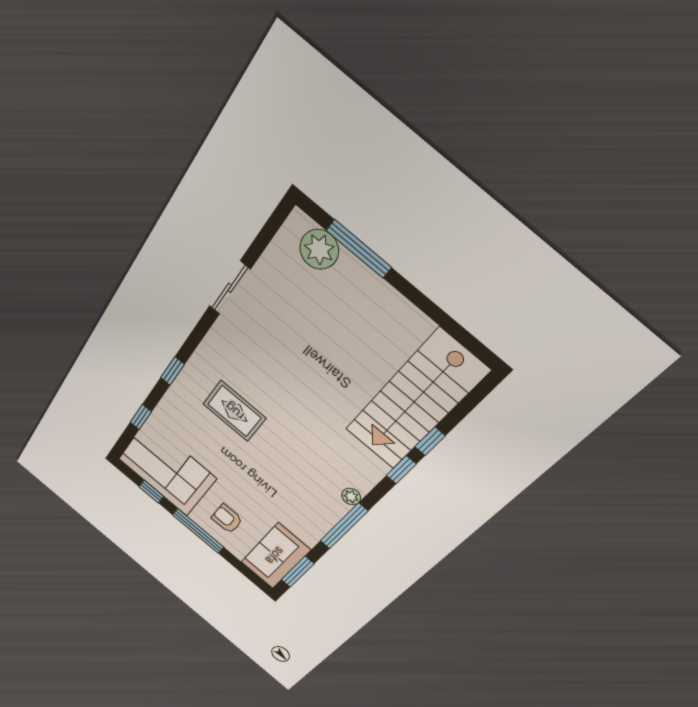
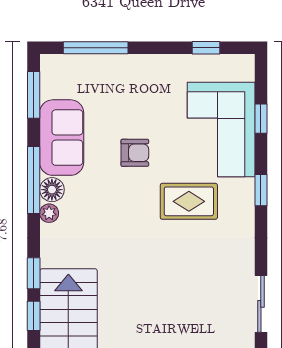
corner sofa: (167, 468) -> (221, 130), moved, turned 90
floor lamp: (335, 509) -> (52, 190), added
armchair: (227, 519) -> (135, 153), moved
window: (198, 531) -> (96, 48), moved
sofa: (275, 556) -> (62, 138), moved

